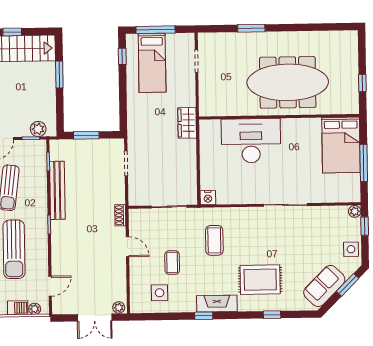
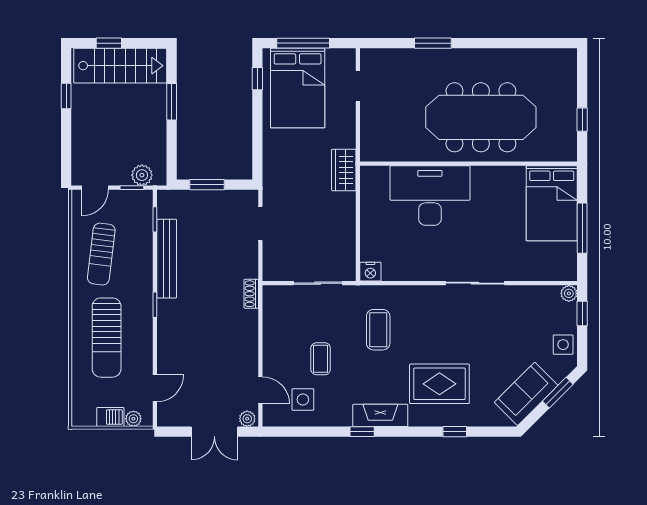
bed: (152, 63) -> (298, 88), width x1.50
door: (127, 247) -> (260, 390), moved

